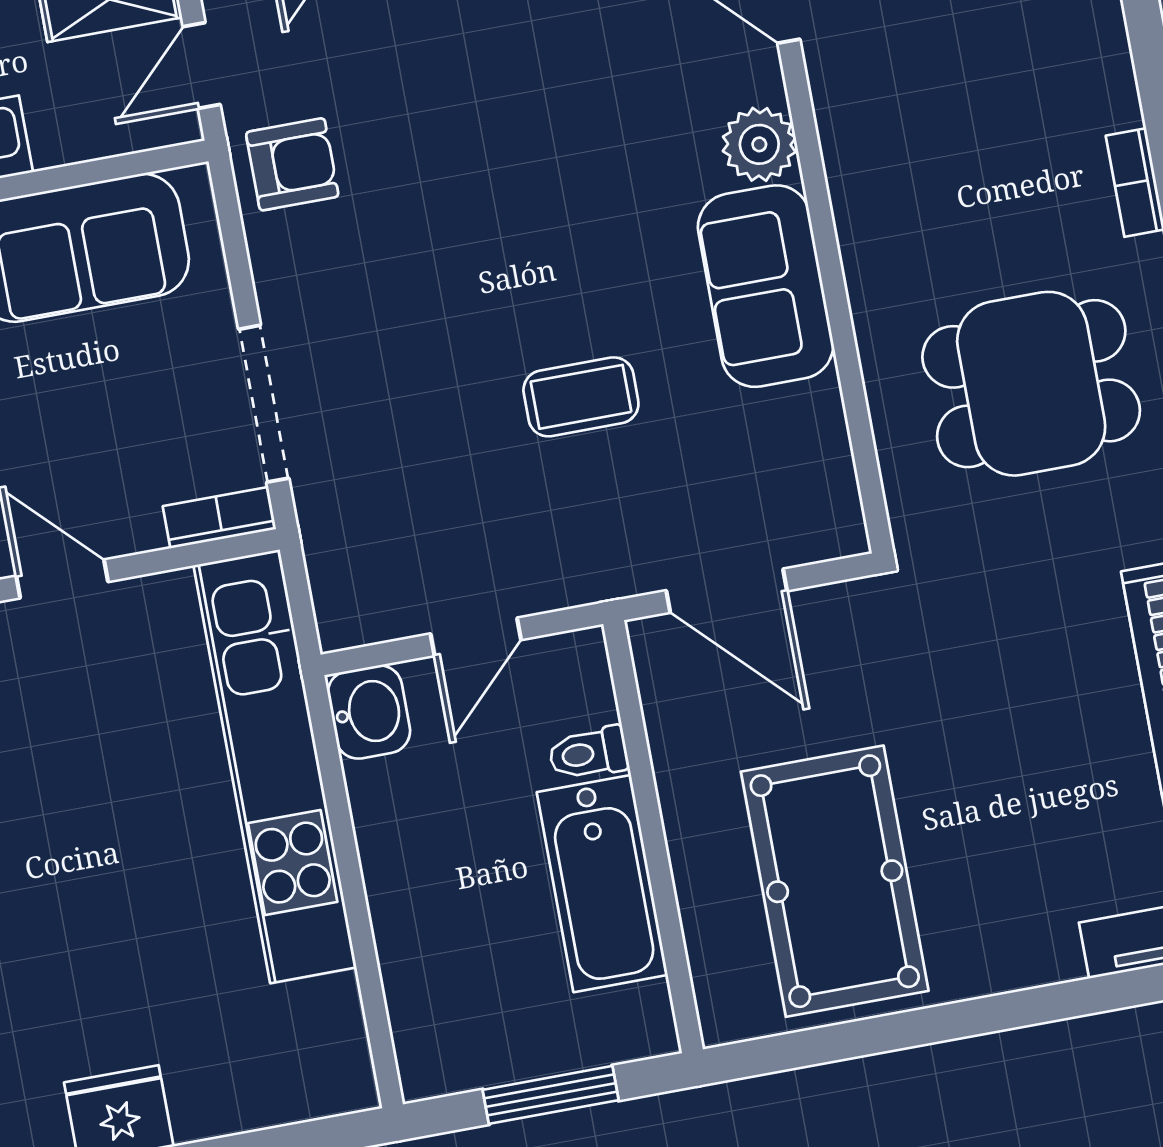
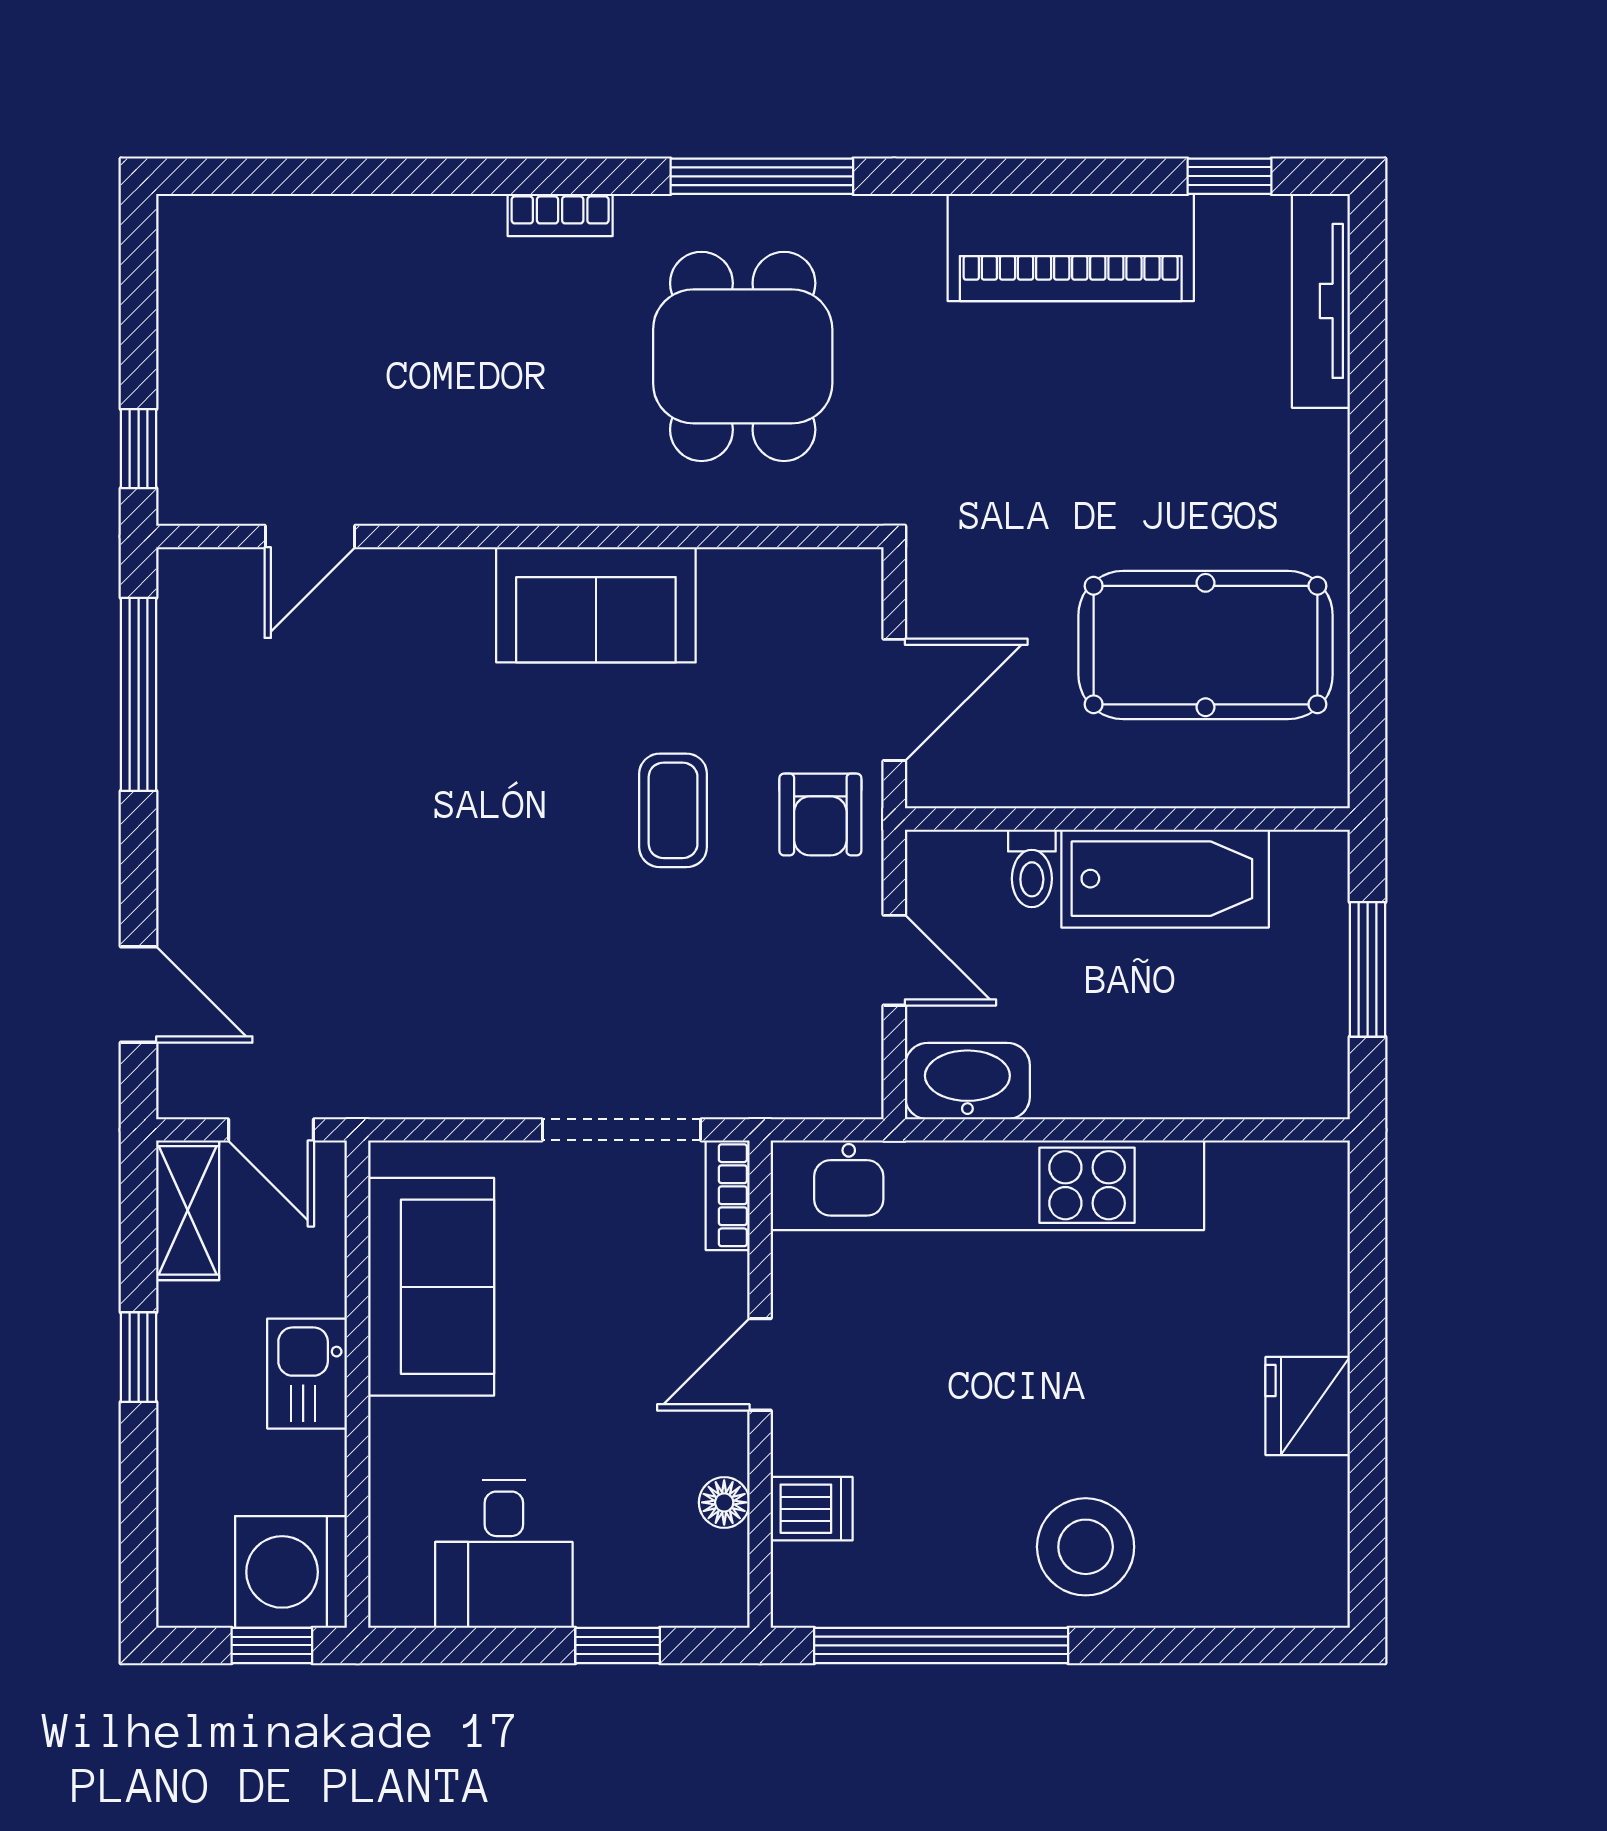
plant: (759, 144) -> (453, 585), removed
armchair: (292, 164) -> (820, 814), moved, turned 180
washbasin: (369, 712) -> (967, 1081), width x1.38

